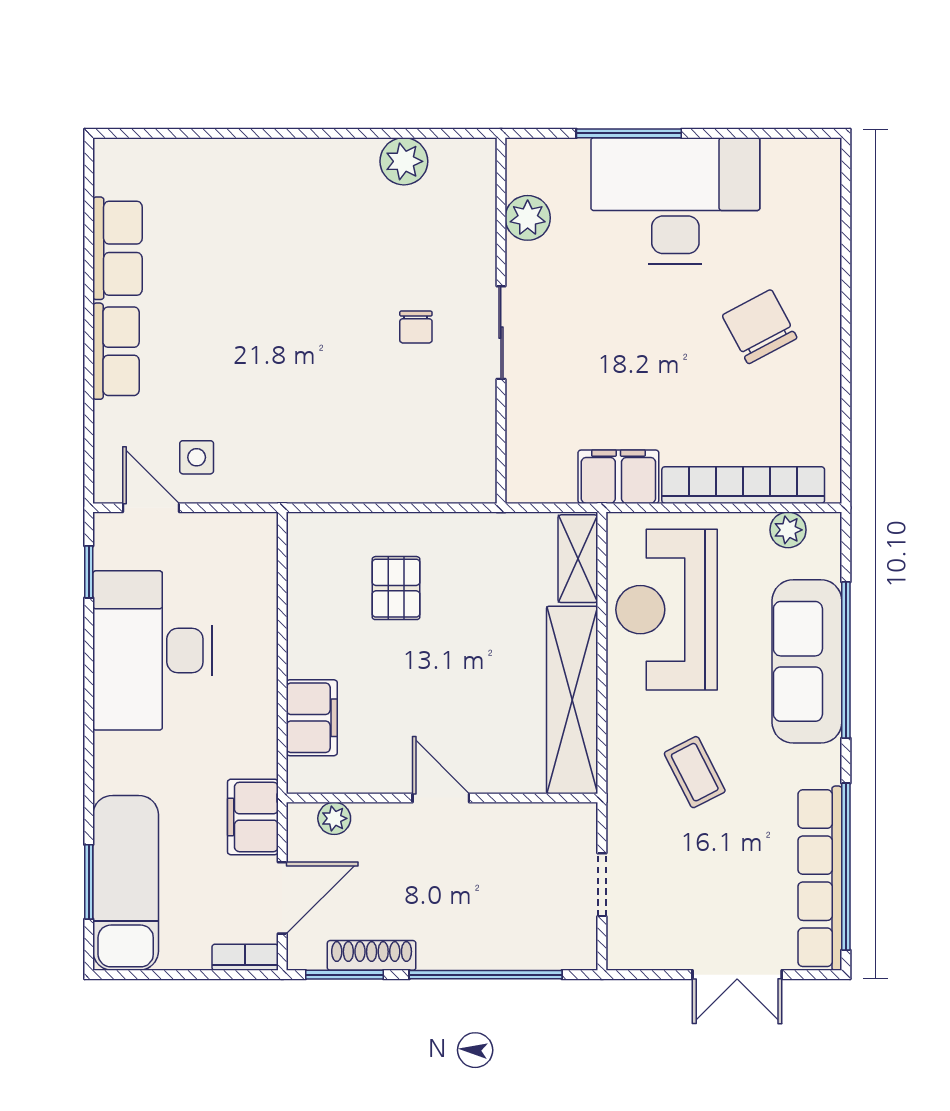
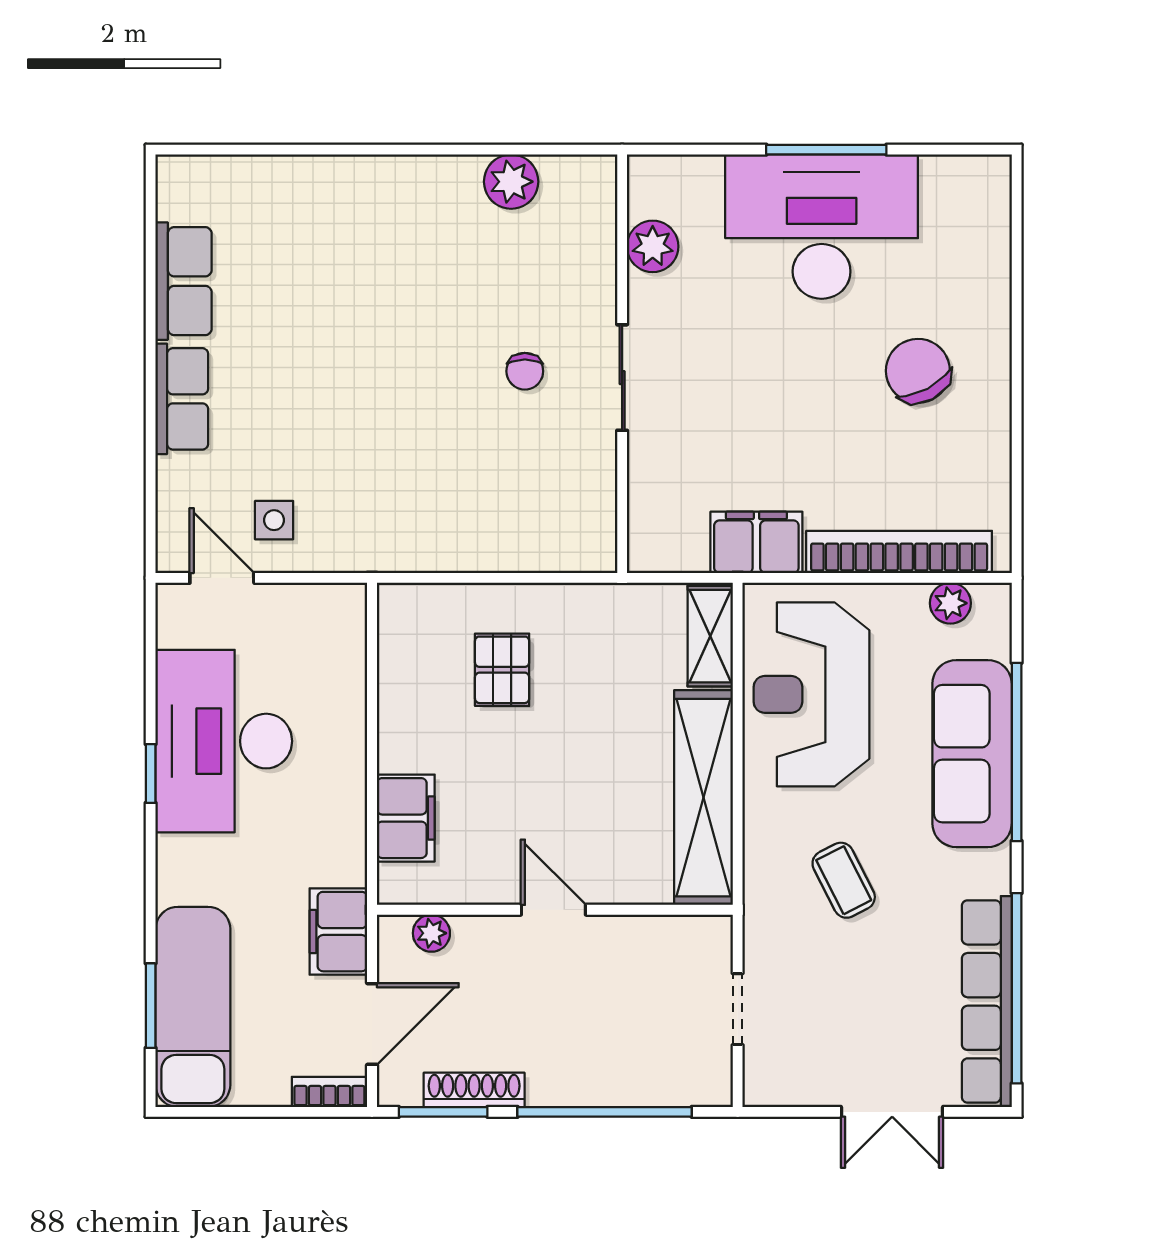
window: (629, 133) -> (826, 150), moved
window: (89, 572) -> (151, 773), moved

